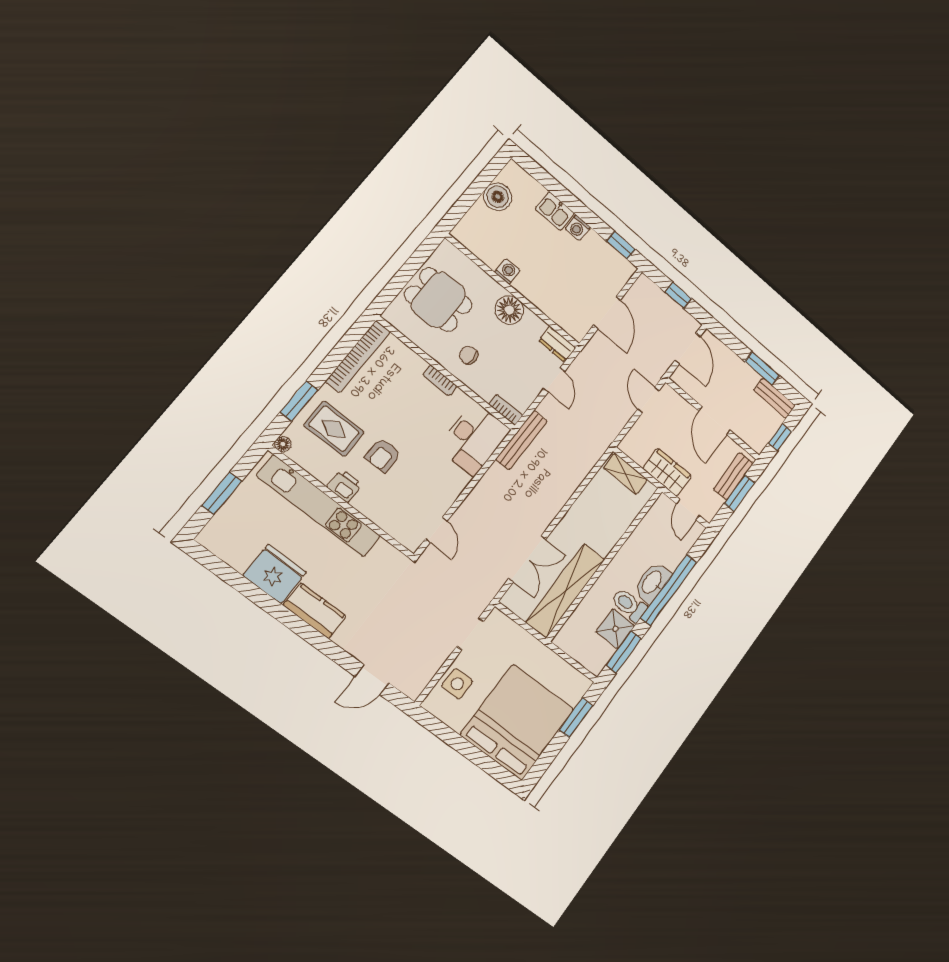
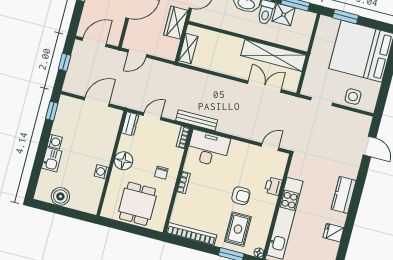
printer: (345, 486) -> (273, 186), moved
fridge: (275, 574) -> (333, 233), width x0.53, depth x0.75

